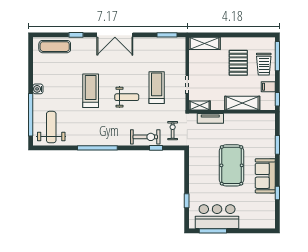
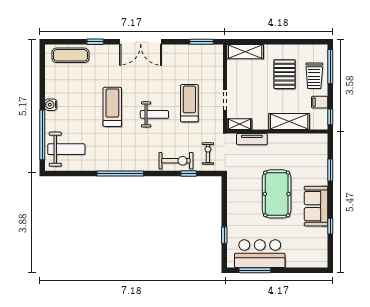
weight bench: (51, 127) -> (66, 149), turned 90

